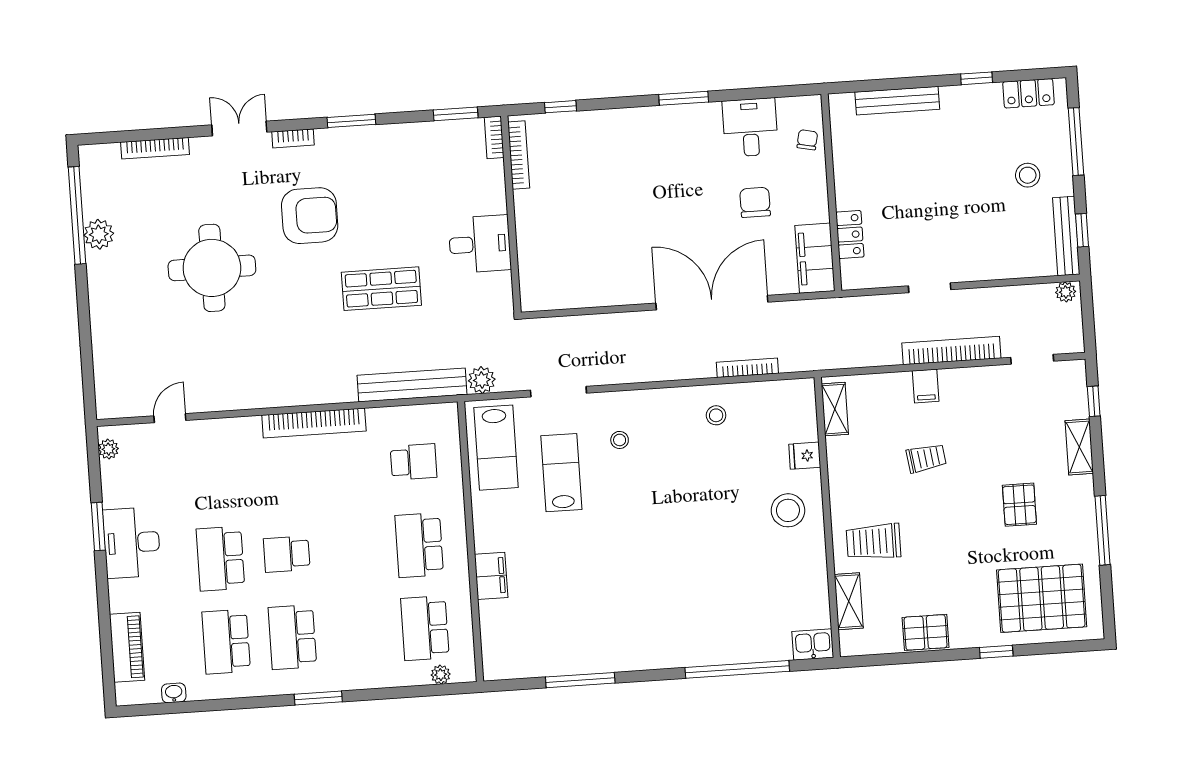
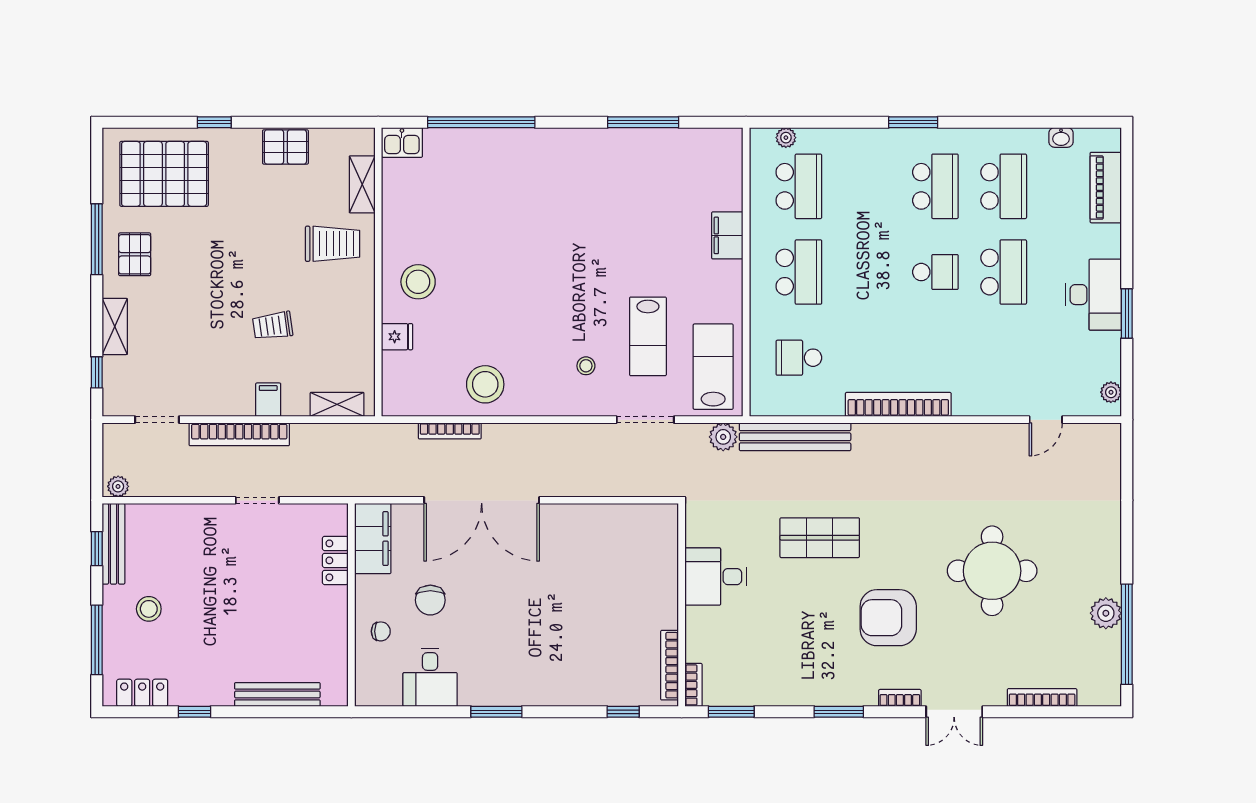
chair: (807, 140) -> (381, 631), moved, turned -102
shelving: (835, 409) -> (337, 404), moved, turned 90
stool: (716, 415) -> (485, 384), width x1.89, depth x1.89
pallet: (1019, 505) -> (135, 254), moved

